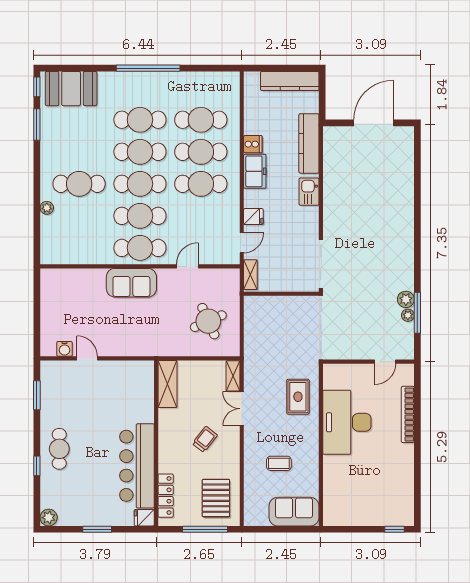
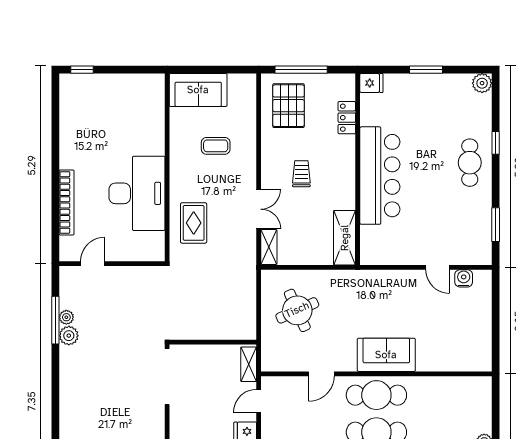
trolley: (205, 439) -> (301, 174), turned 142
bar counter: (137, 466) -> (380, 176), moved
locker: (166, 496) -> (347, 118), width x0.66

